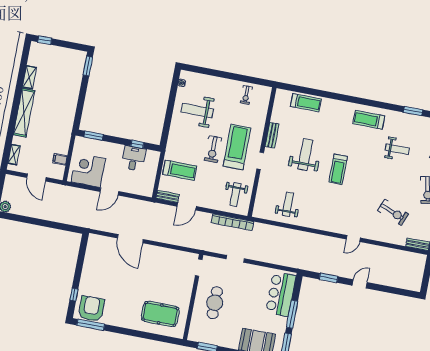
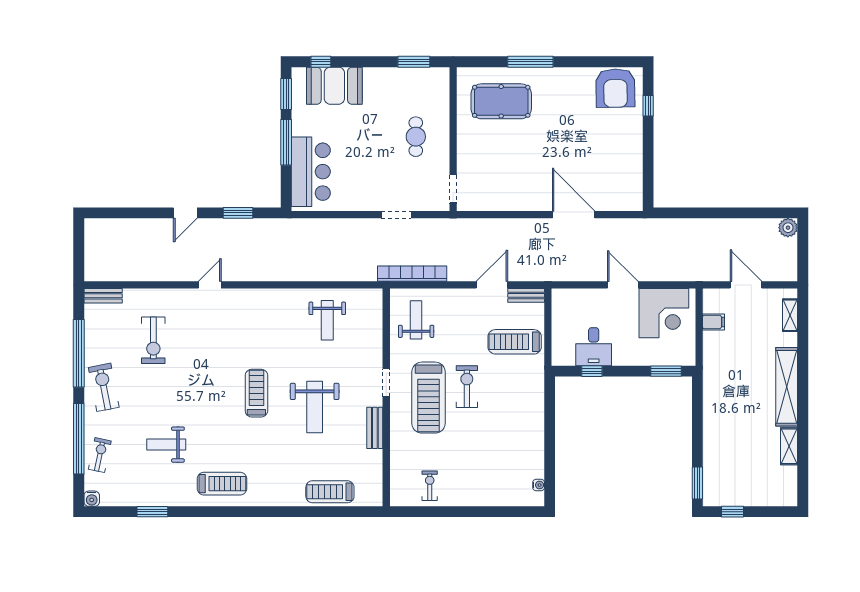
window: (45, 40) -> (733, 512), moved
weight bench: (197, 110) -> (505, 445), removed
door: (109, 192) -> (623, 285), hinge flipped
exercise bike: (393, 212) -> (153, 340), turned -111
cafe table: (215, 303) -> (416, 137), width x0.73, depth x0.74
window: (91, 325) -> (530, 62), moved

